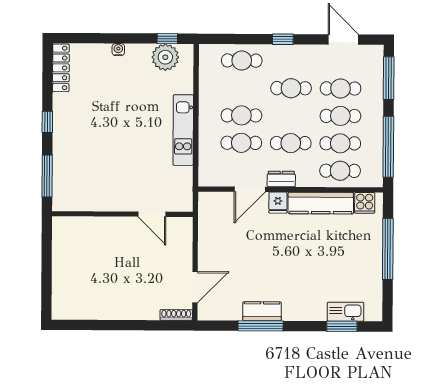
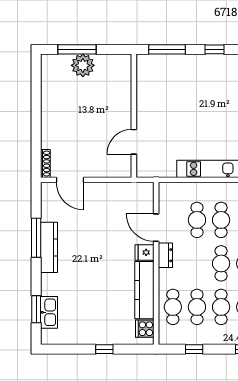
cafe table: (291, 143) -> (221, 263), moved
window: (388, 147) -> (194, 349), width x0.32
window: (388, 249) -> (104, 349), width x0.32
plant: (65, 272) -> (83, 65), added
window: (47, 278) -> (77, 49), added
kitchen counter: (262, 311) -> (49, 247), width x1.50

